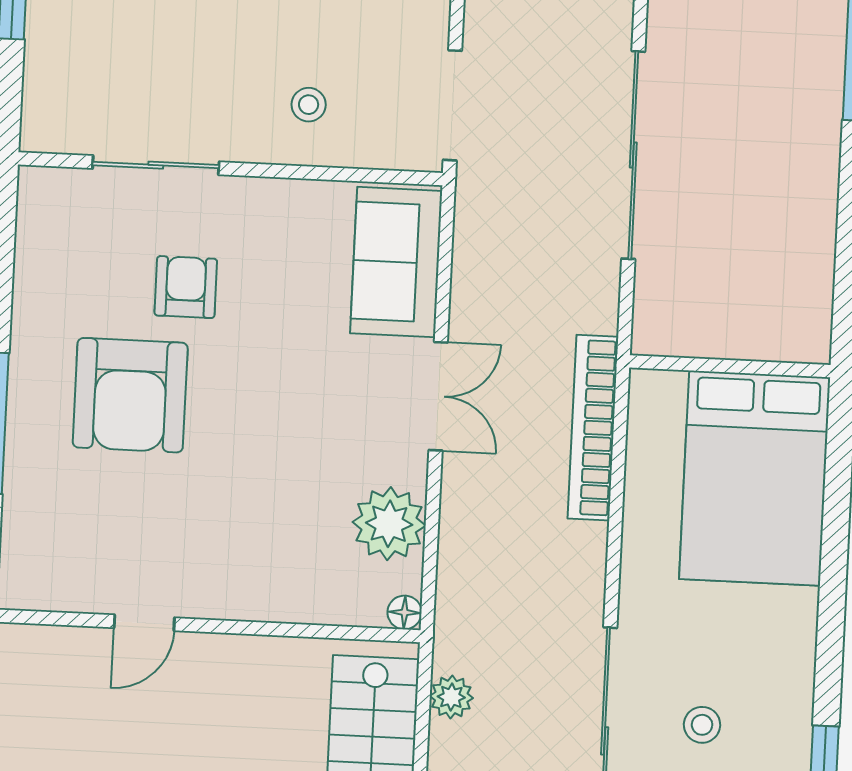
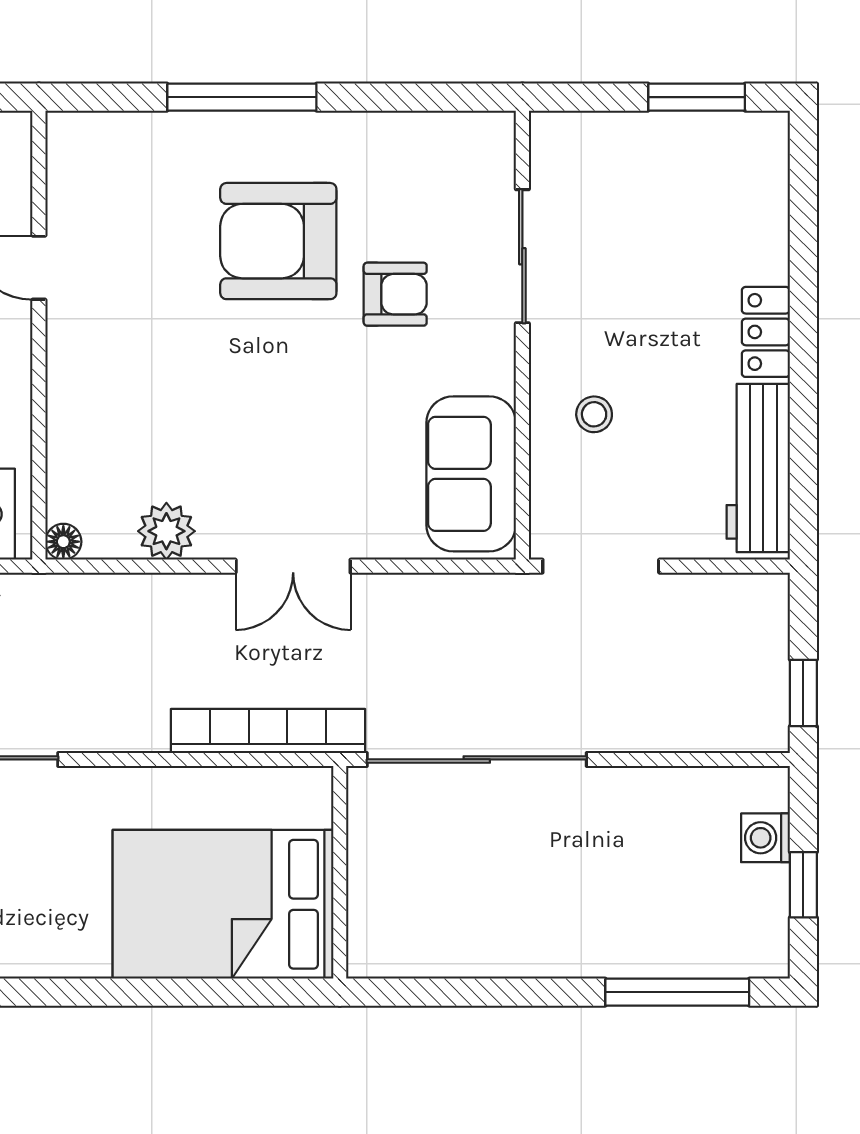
sliding door: (633, 155) -> (477, 759), moved
sofa: (396, 262) -> (471, 474), moved, turned -90
plant: (389, 524) -> (166, 531), width x0.73, depth x0.73

